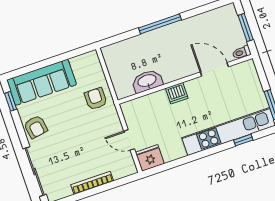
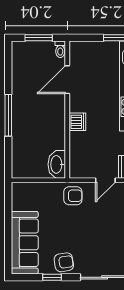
washbasin: (147, 81) -> (57, 164), moved
armchair: (96, 99) -> (73, 196), moved, turned 180
window: (11, 101) -> (52, 277), moved

